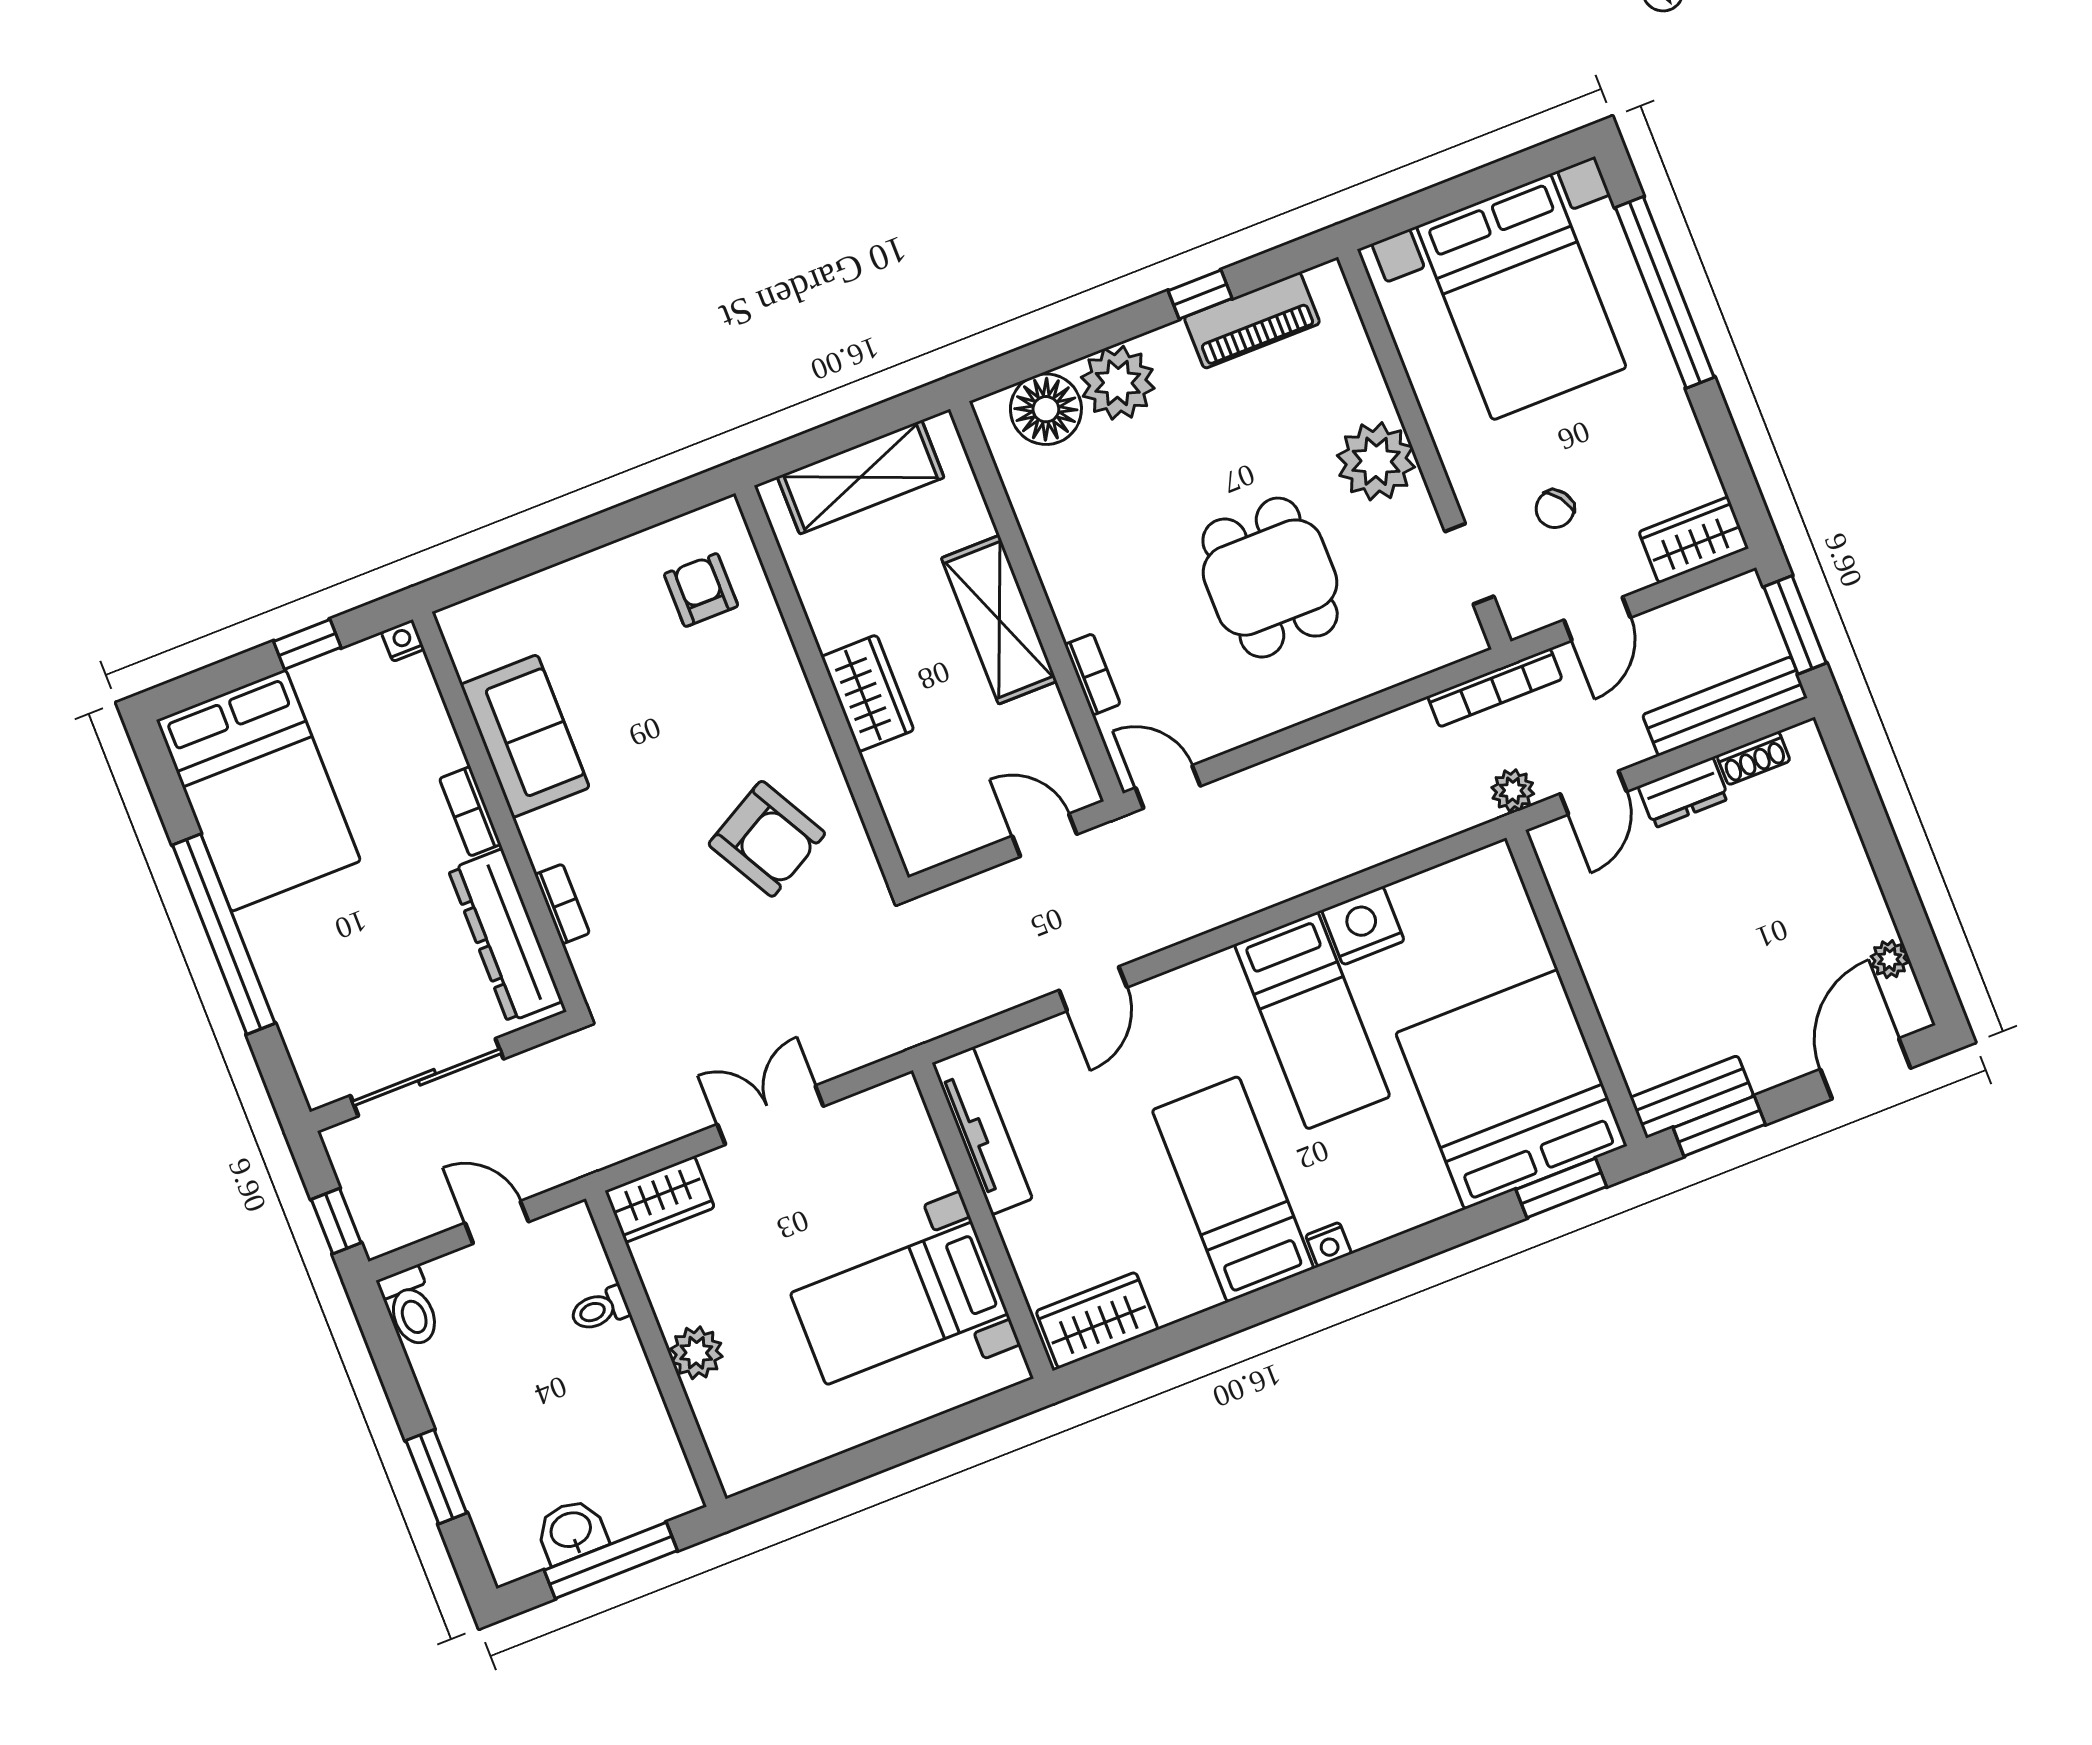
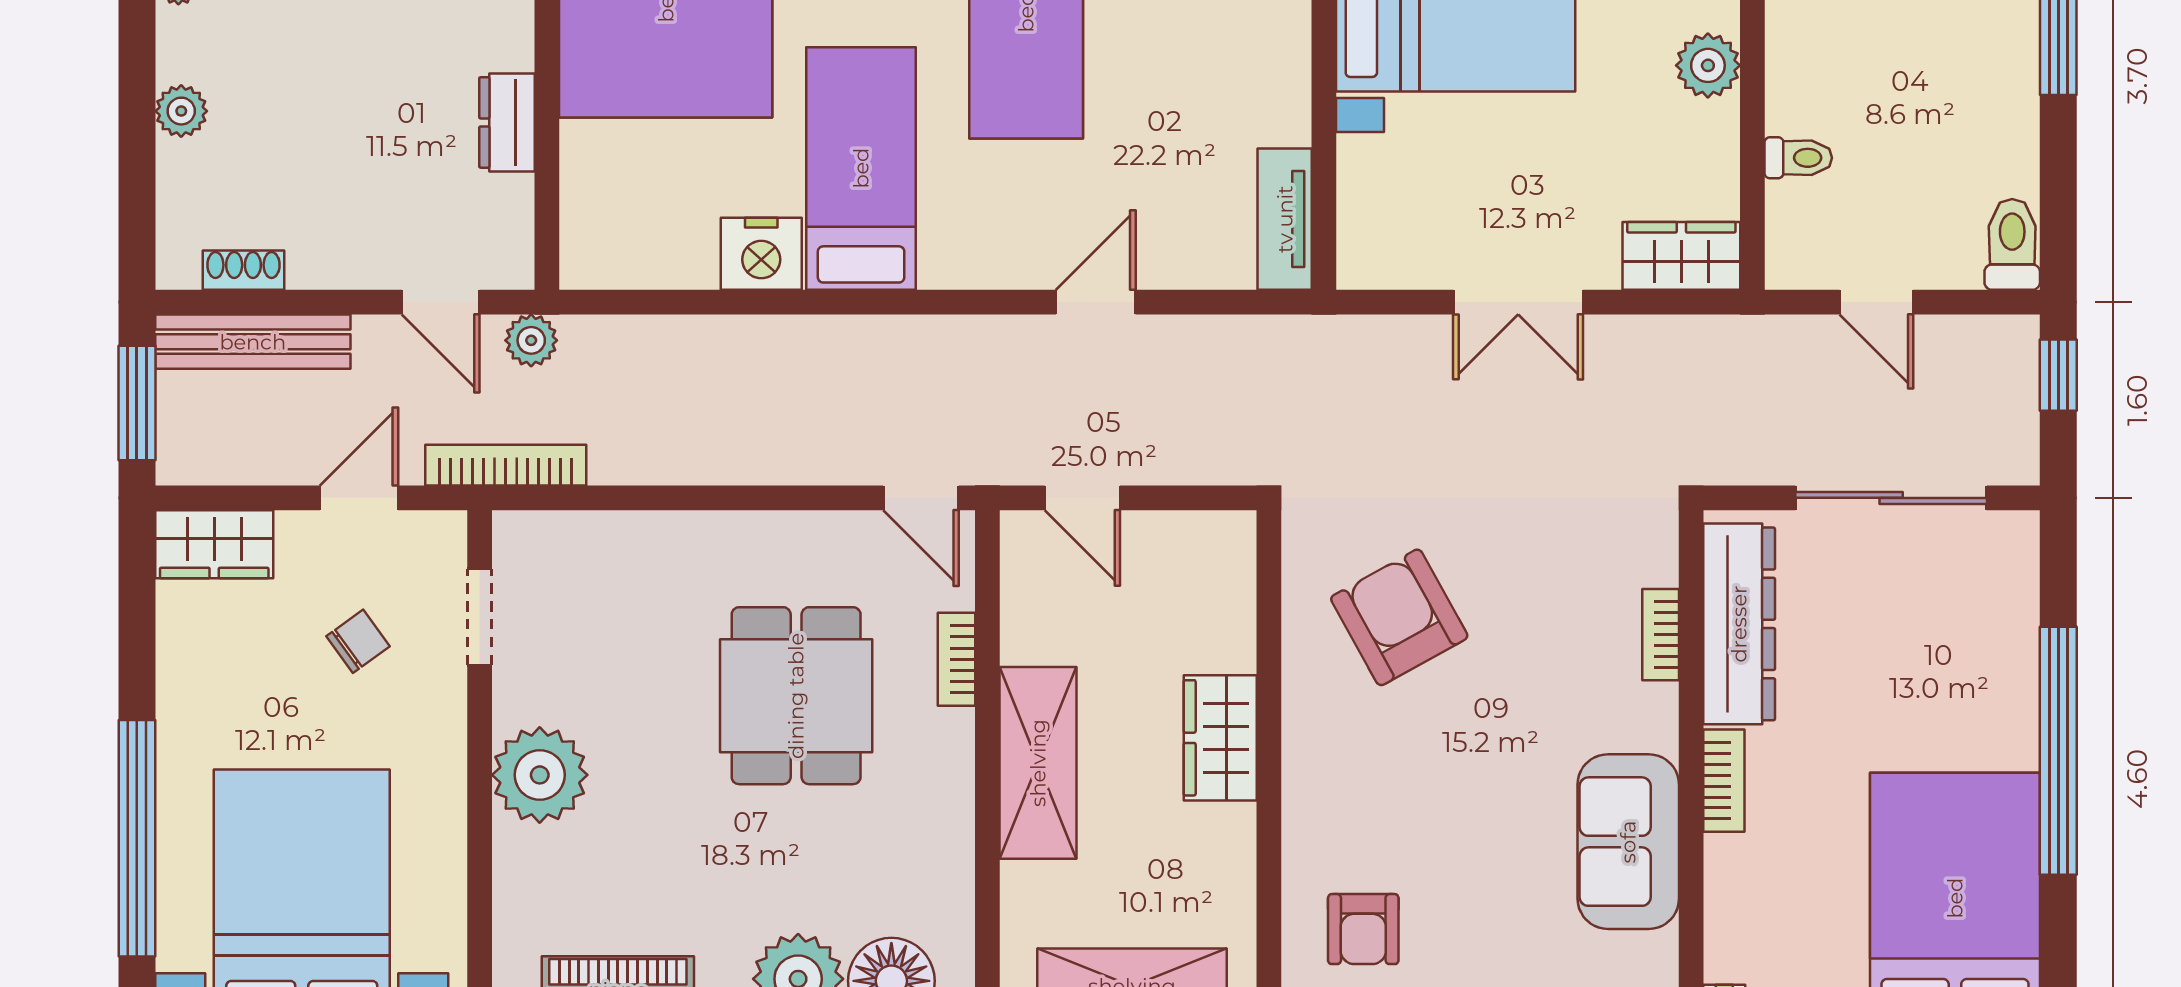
dining table: (1270, 578) -> (796, 696), moved
door: (1593, 793) -> (441, 302), swing flipped
dresser: (1683, 793) -> (507, 122), moved, turned -90
plant: (1849, 861) -> (181, 111), added
tv unit: (982, 1131) -> (1285, 219), width x0.71

